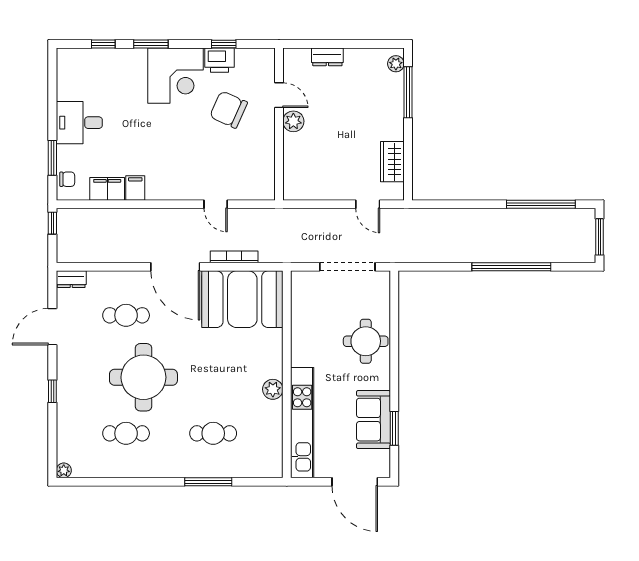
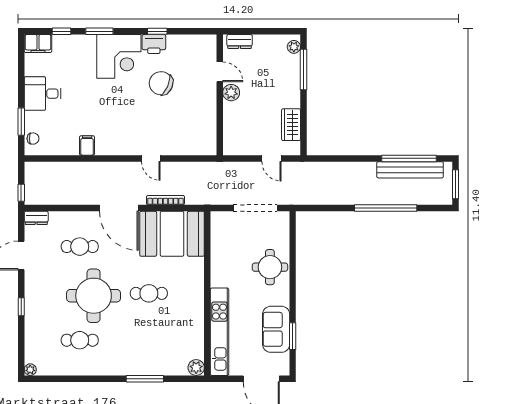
door: (279, 95) -> (220, 72), moved
plant: (293, 121) -> (231, 93), moved
wall: (279, 124) -> (220, 95), moved
filing cabinet: (107, 189) -> (38, 43), moved, turned 180
bench: (542, 219) -> (410, 170), added
window: (52, 223) -> (21, 193), moved
plant: (273, 389) -> (196, 368), moved
cafe table: (213, 433) -> (149, 293), moved

